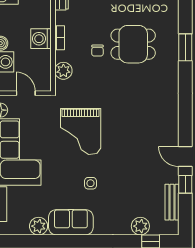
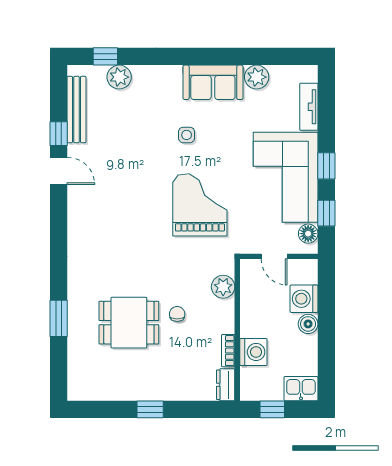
bookcase: (60, 38) -> (228, 351), moved
washing machine: (41, 39) -> (253, 352), moved
bench: (172, 202) -> (77, 109), width x1.36

